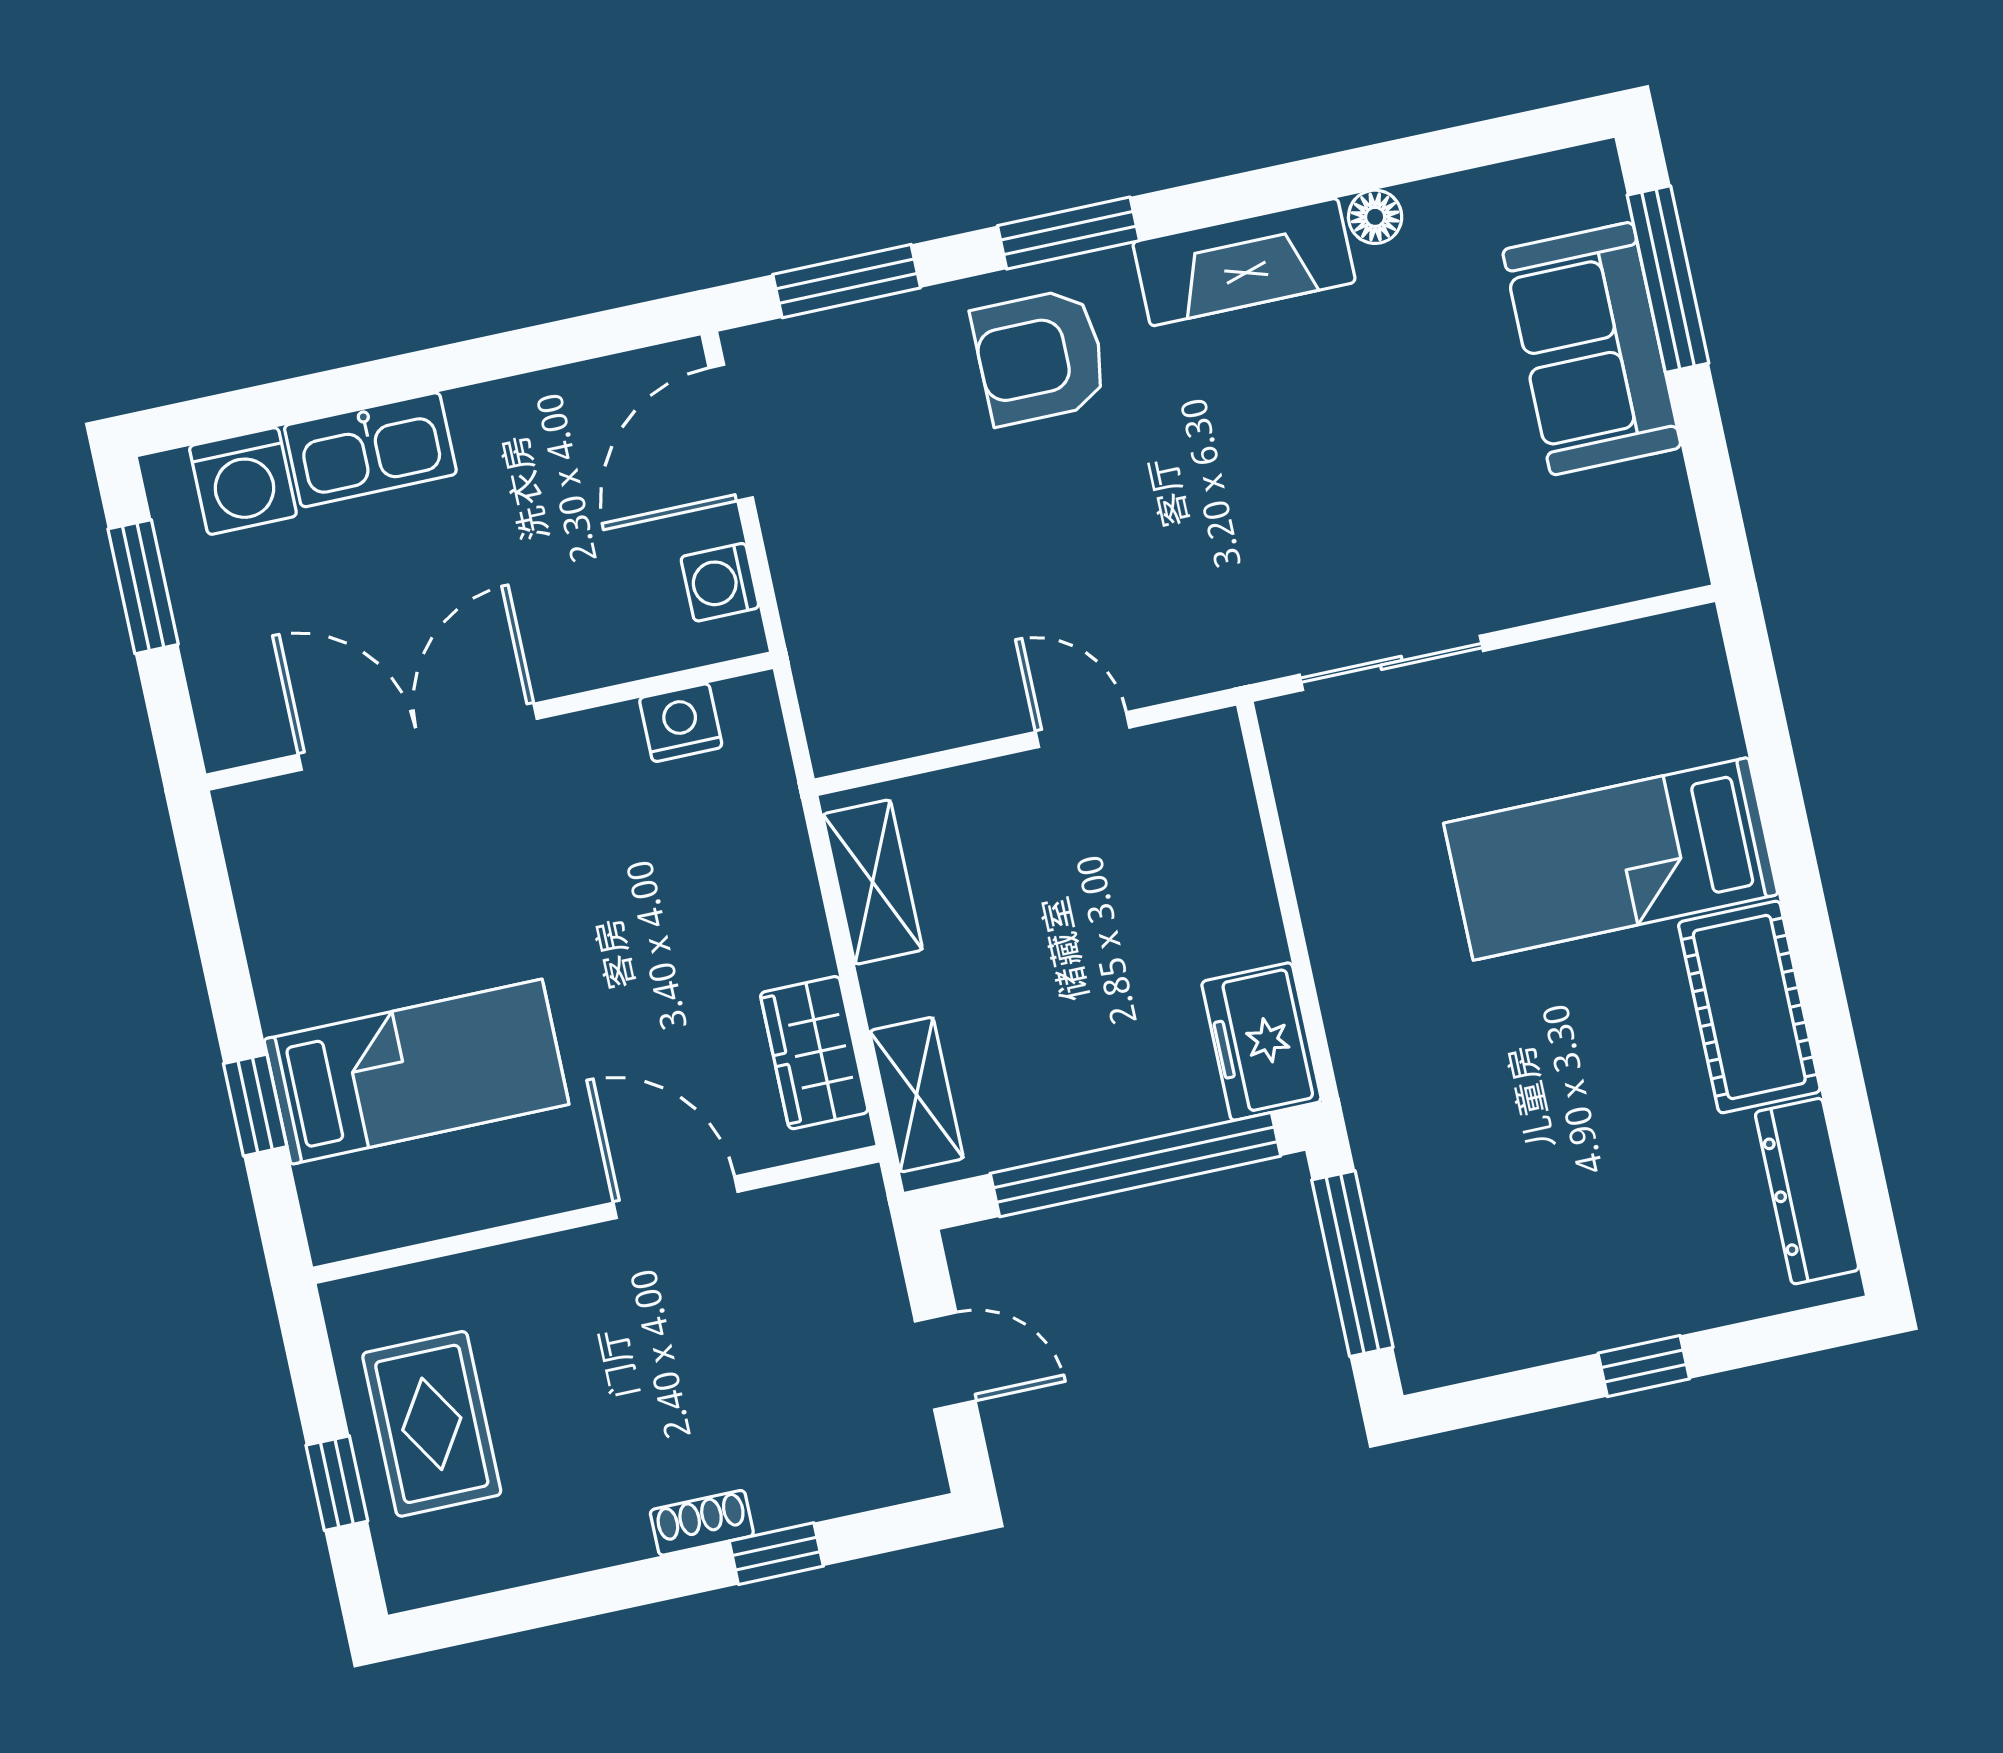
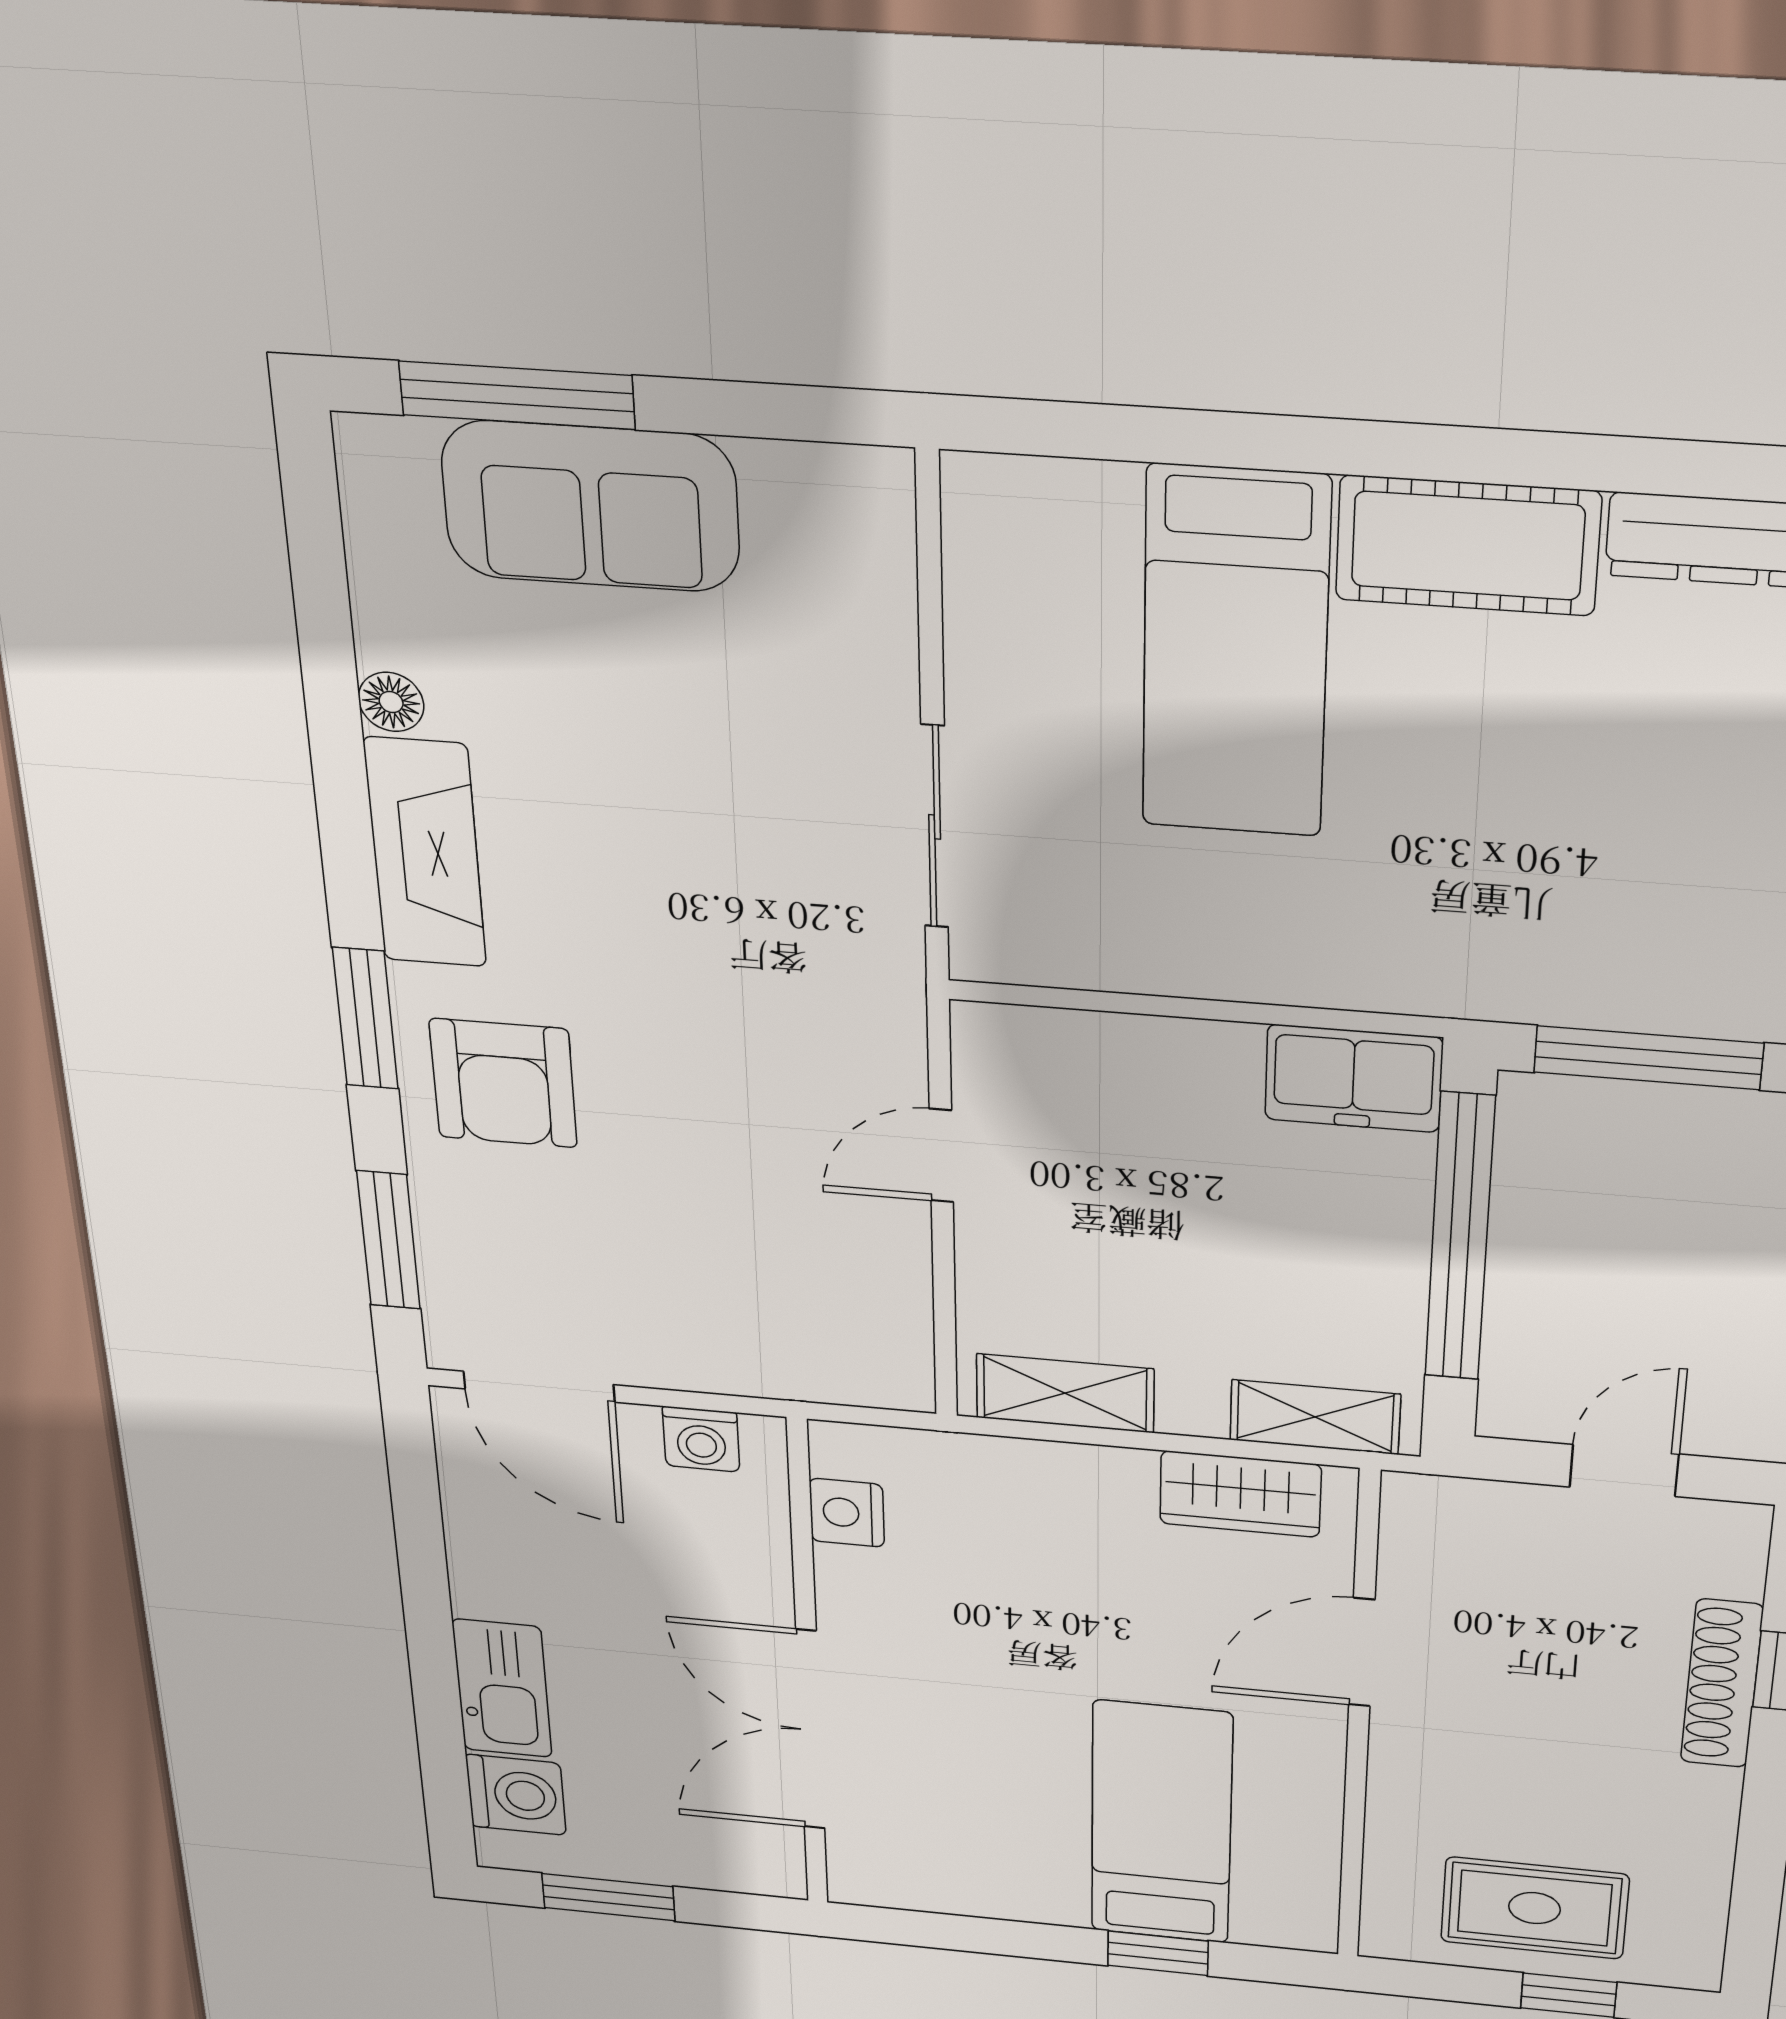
shoe rack: (702, 1523) -> (1722, 1684), width x1.94, depth x1.24

